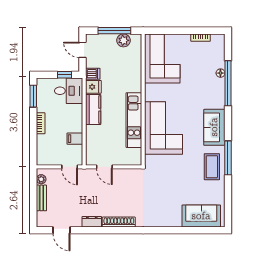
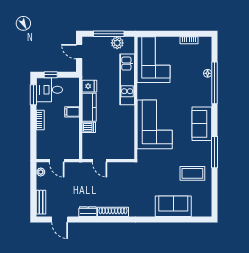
dishwasher: (93, 74) -> (89, 127), moved
window: (65, 75) -> (51, 75), moved
desk: (69, 91) -> (49, 90), moved, turned 180
kitchen unit: (134, 120) -> (127, 79), moved
filing cabinet: (75, 139) -> (72, 112), moved
door: (70, 167) -> (57, 161), moved
coffee table: (212, 167) -> (192, 173), moved, turned 90
bench: (41, 198) -> (41, 202), moved
sofa: (201, 216) -> (173, 206), moved

